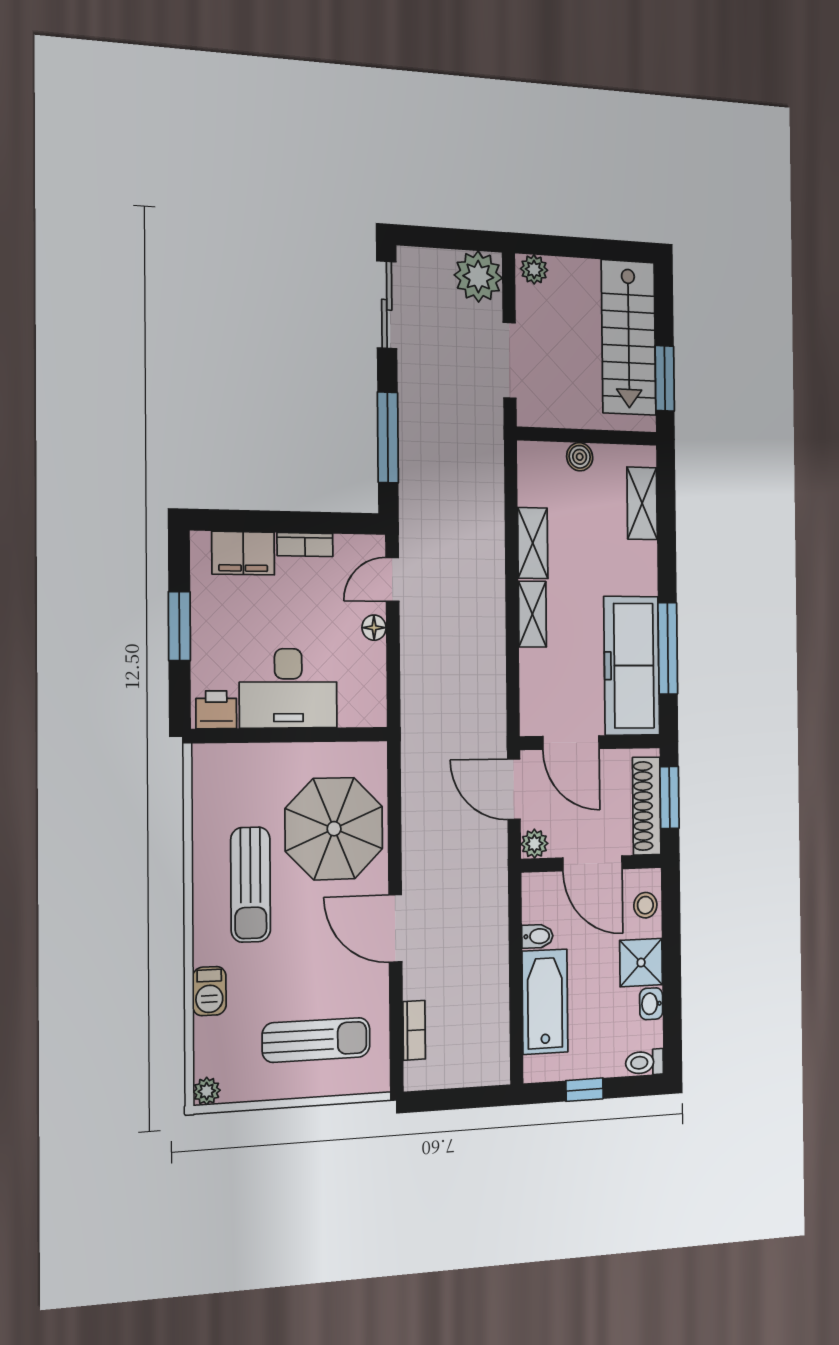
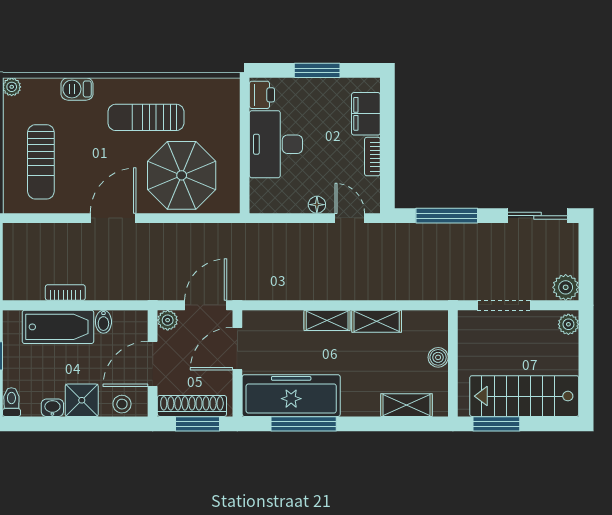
plant: (478, 277) -> (566, 287), width x0.73, depth x0.73
bookcase: (414, 1030) -> (65, 292), moved, turned 180

